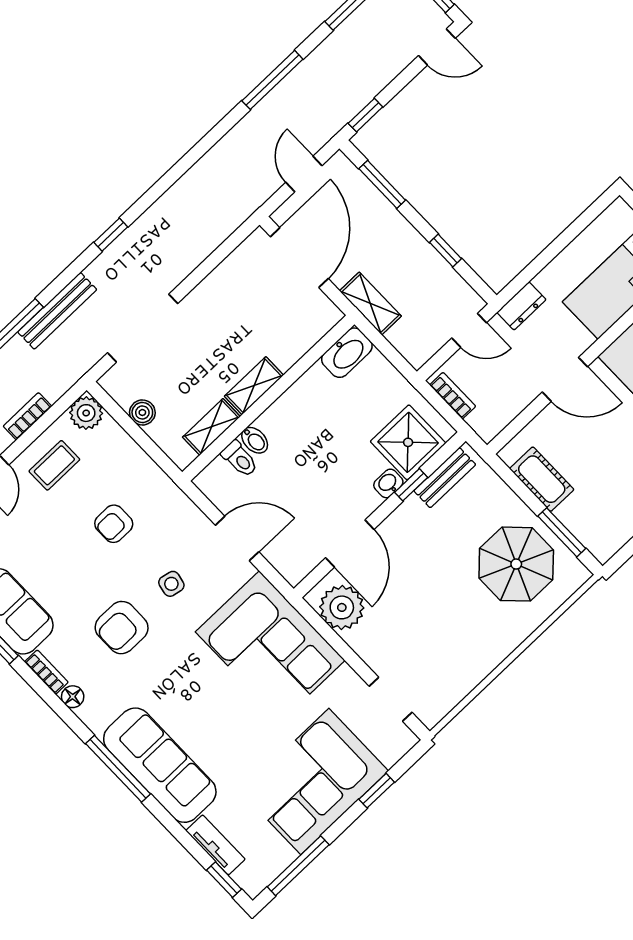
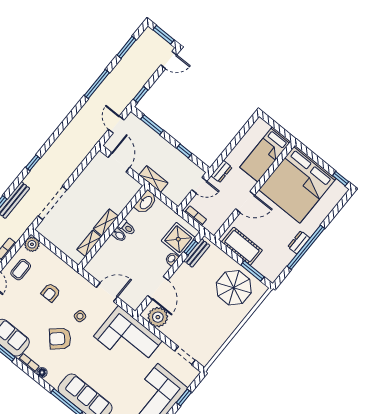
door: (299, 258) -> (119, 162), width x0.73
boiler: (142, 413) -> (57, 241), removed
bidet: (255, 440) -> (119, 235), moved
toilet: (240, 459) -> (127, 227), moved
cot: (542, 479) -> (242, 246), width x1.37, depth x1.34
window: (411, 485) -> (191, 247), moved
armchair: (122, 628) -> (60, 339), turned 48

